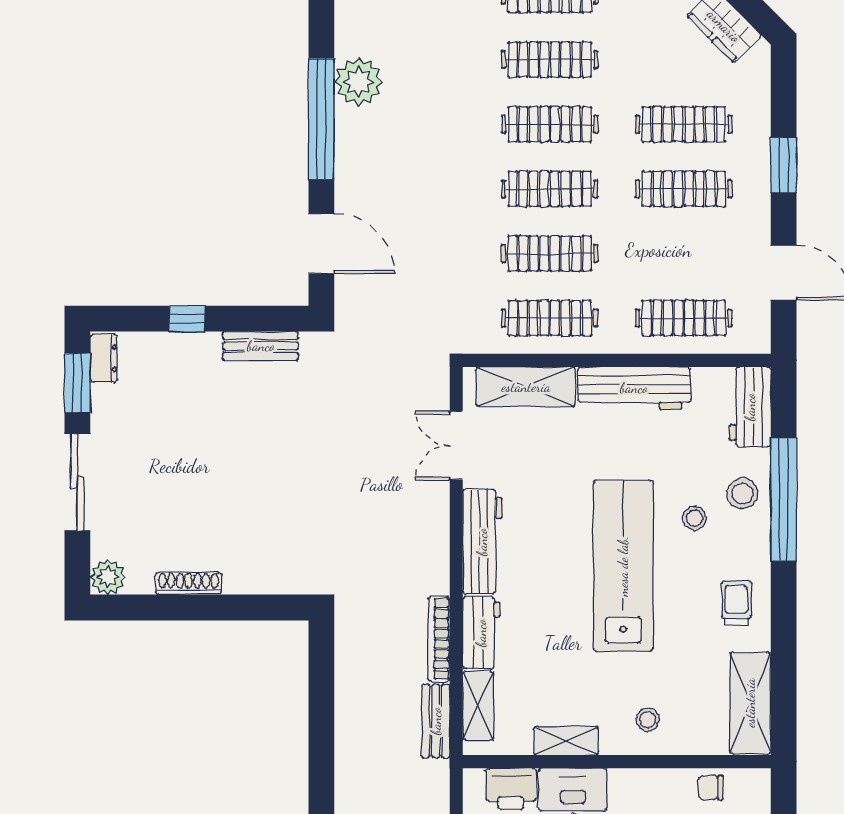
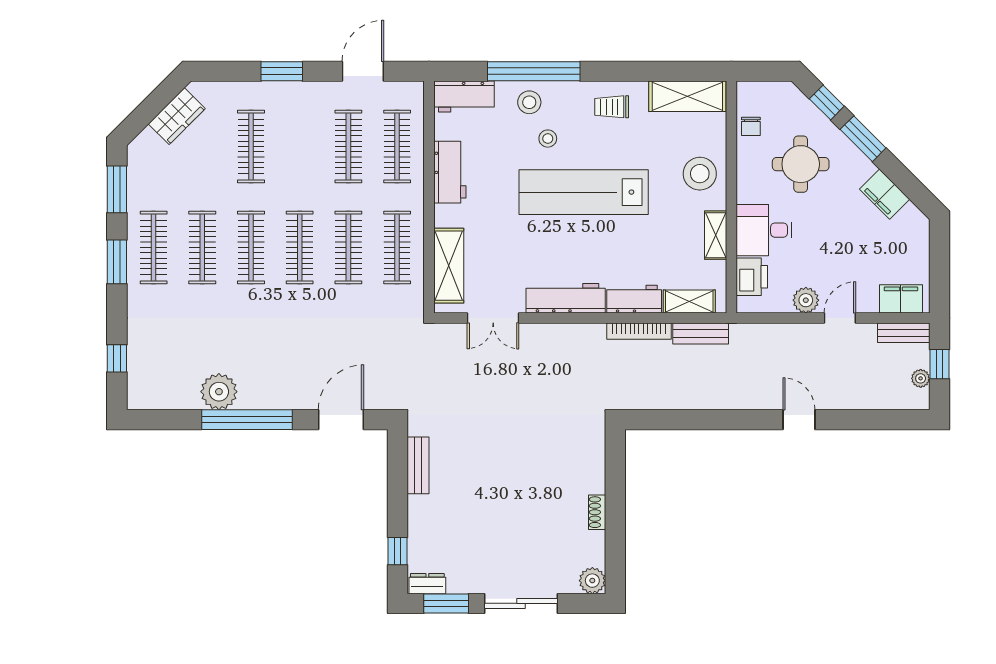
clothes rail: (684, 189) -> (348, 147), moved
window: (187, 319) -> (398, 551), moved
workbench: (634, 388) -> (450, 172), width x0.73
shoe rack: (189, 583) -> (597, 512), width x0.70
stool: (648, 720) -> (700, 174), width x1.89, depth x1.89

